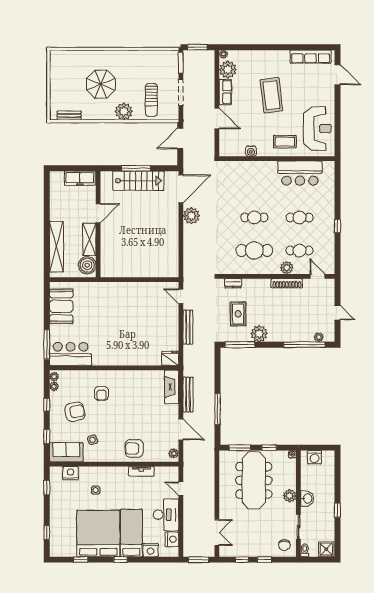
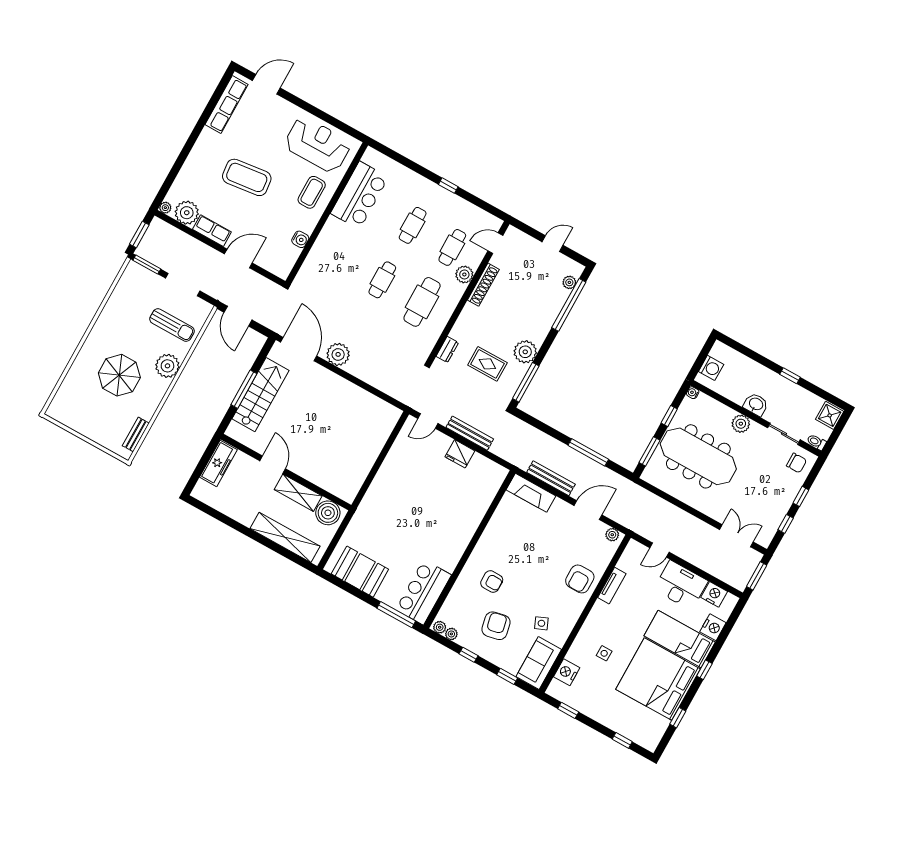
fridge: (170, 358) -> (460, 454), moved, turned -90

